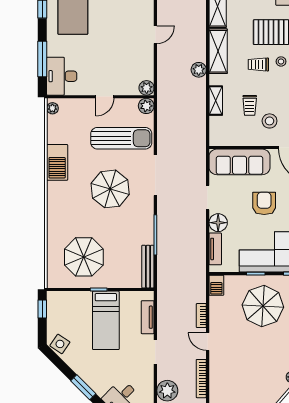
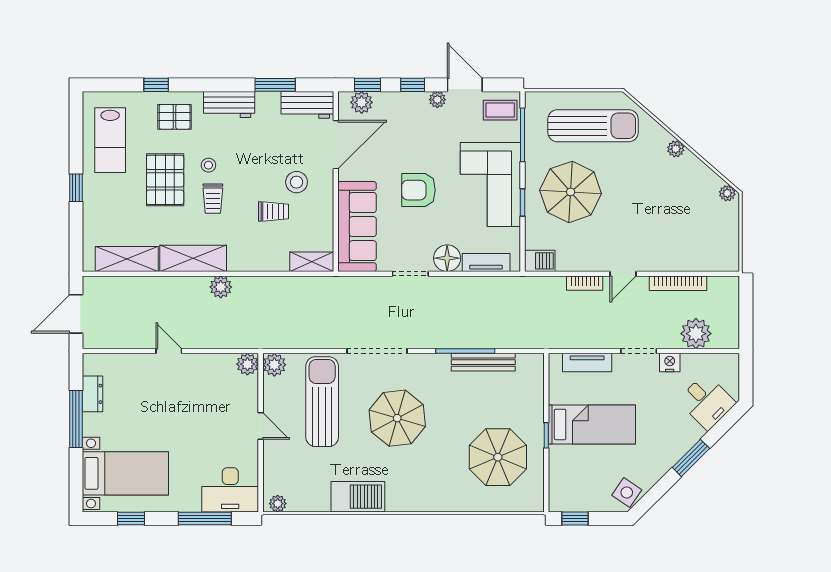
shelving: (216, 101) -> (312, 262), moved
bench: (148, 267) -> (483, 362), moved
nightstand: (148, 373) -> (670, 363), added

